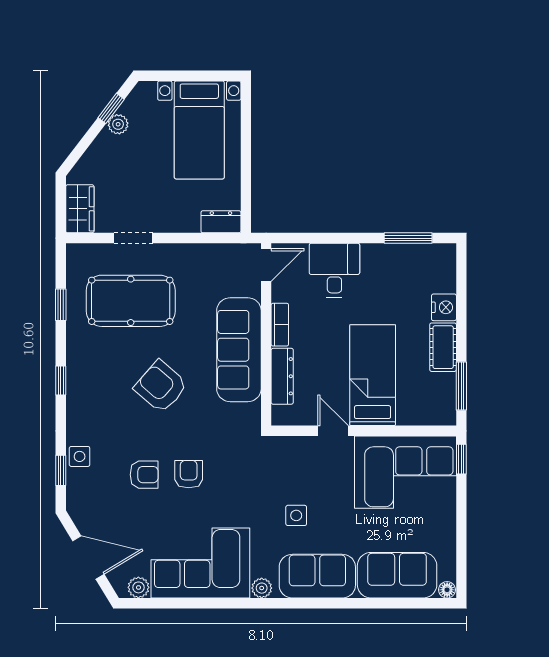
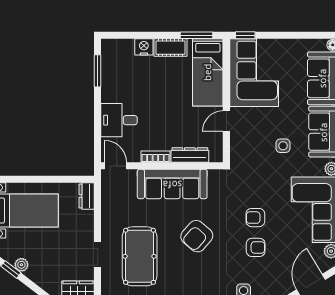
bed: (373, 375) -> (208, 72), moved, turned -90
armchair: (144, 475) -> (256, 247), turned 90

